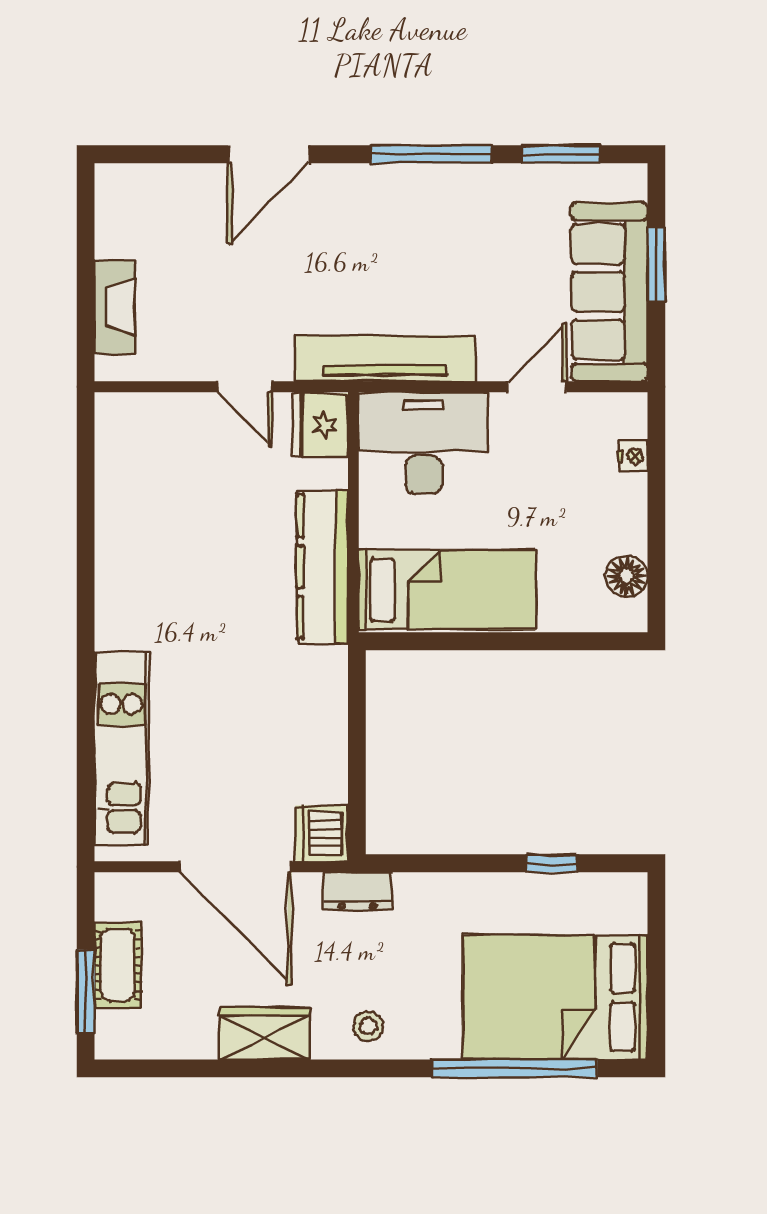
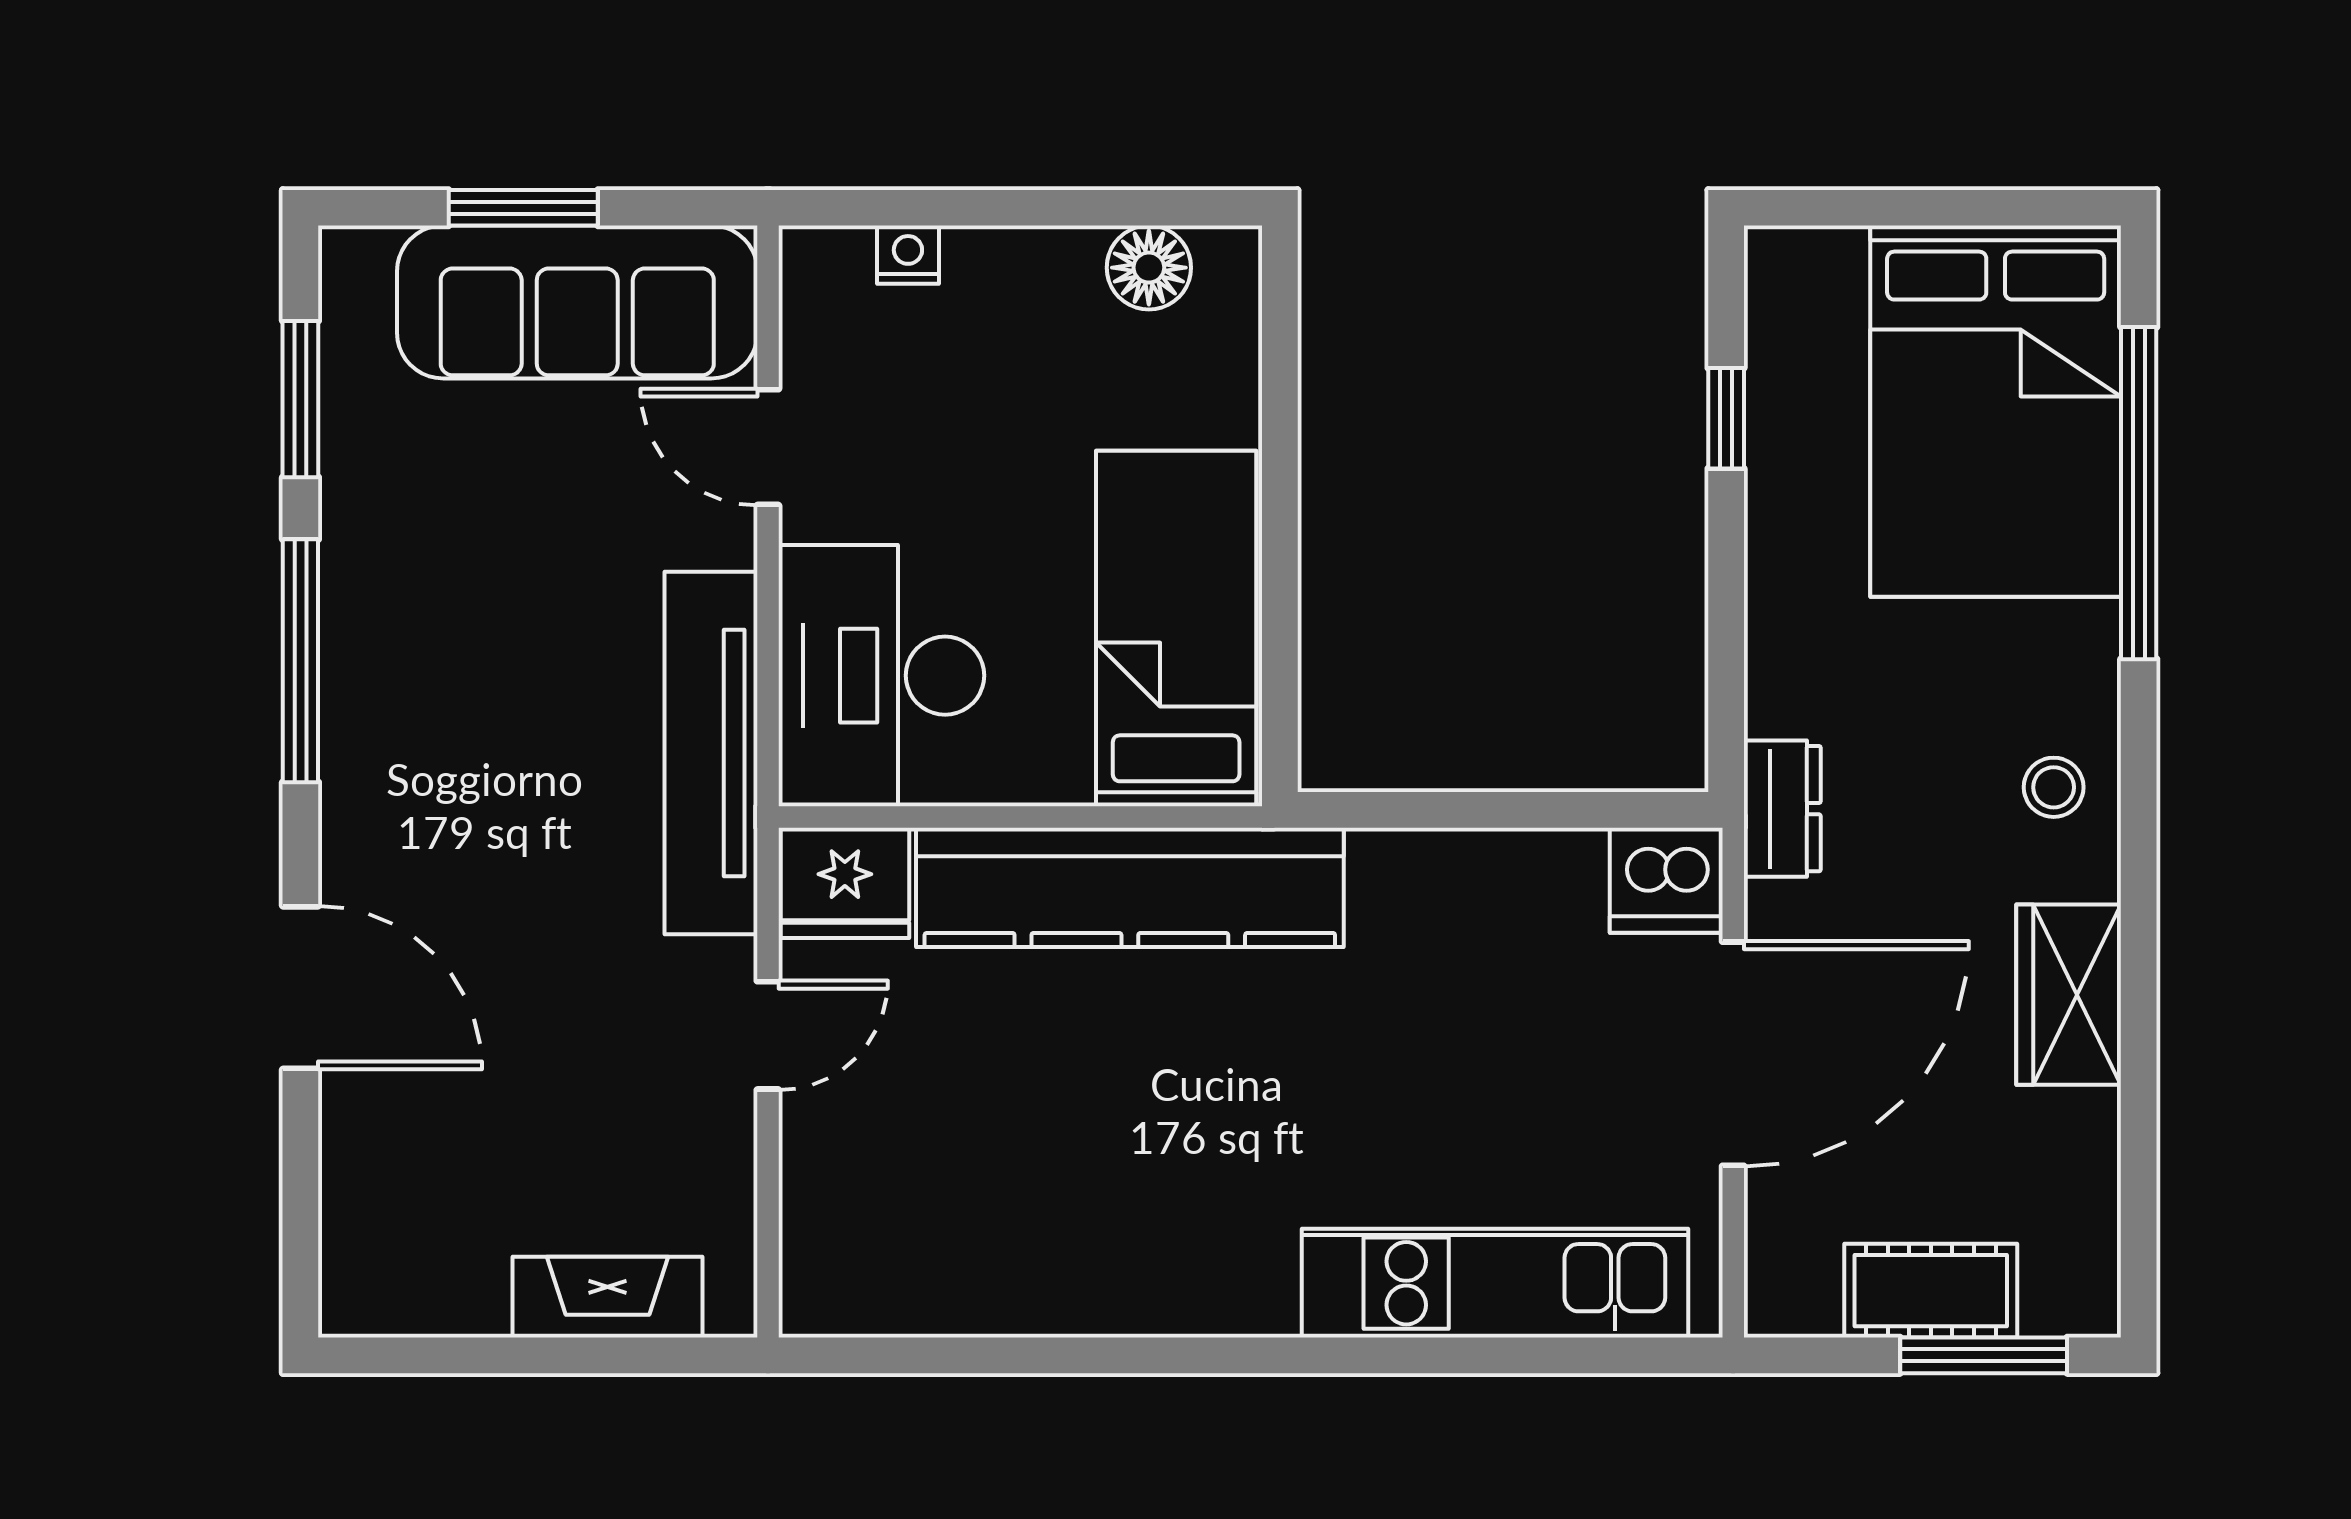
kitchen counter: (323, 567) -> (1130, 887), width x1.39, depth x1.17

